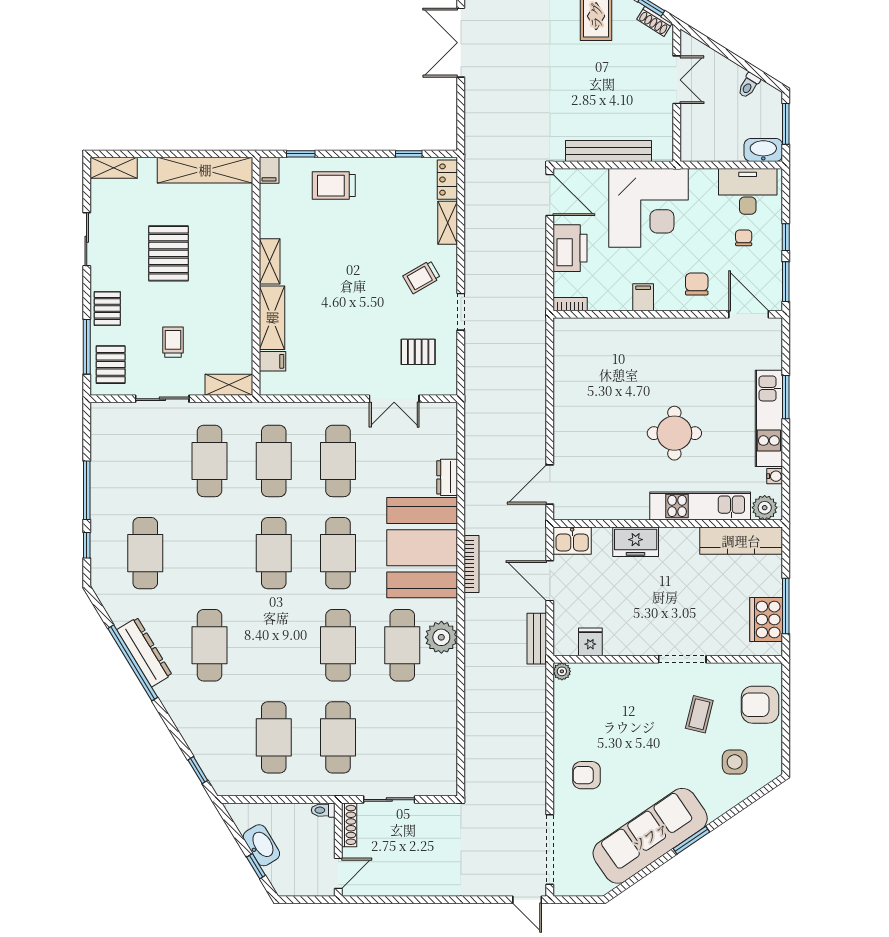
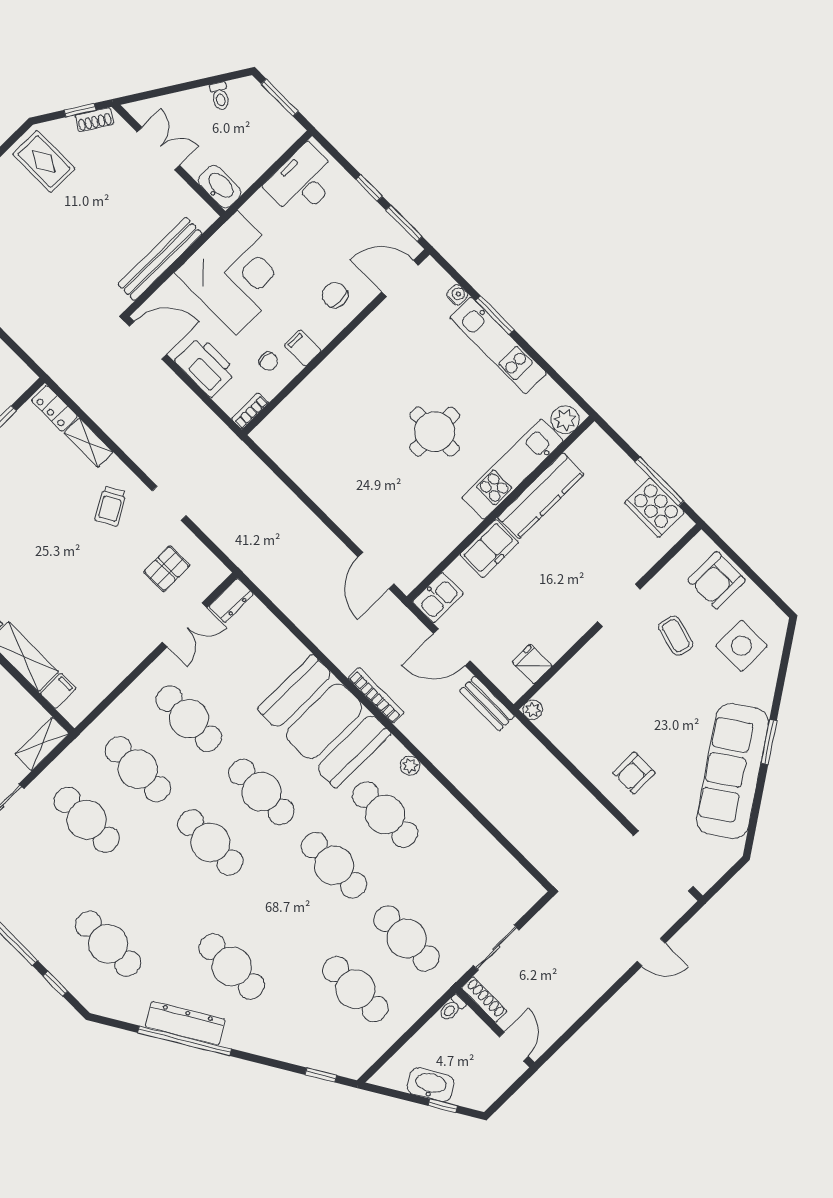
washbasin: (763, 150) -> (220, 187), moved, turned 90
chair: (744, 238) -> (268, 361), moved, turned 180
water cooler: (775, 476) -> (457, 295), moved
dresser: (447, 477) -> (231, 600), moved, turned -90
kitchen counter: (741, 541) -> (541, 496), moved
plant: (441, 637) -> (410, 766), width x0.53, depth x0.53
side table: (735, 762) -> (741, 646), width x1.37, depth x1.37
door: (527, 900) -> (651, 952), moved

